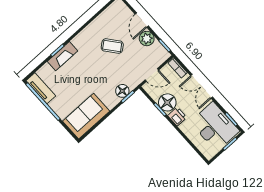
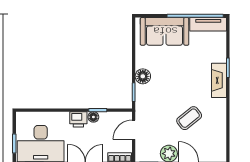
fireplace: (62, 56) -> (219, 80), moved
floor lamp: (122, 91) -> (143, 76), moved
floor lamp: (167, 102) -> (93, 117), width x0.53, depth x0.53
sofa: (86, 116) -> (165, 31), moved, turned 90

